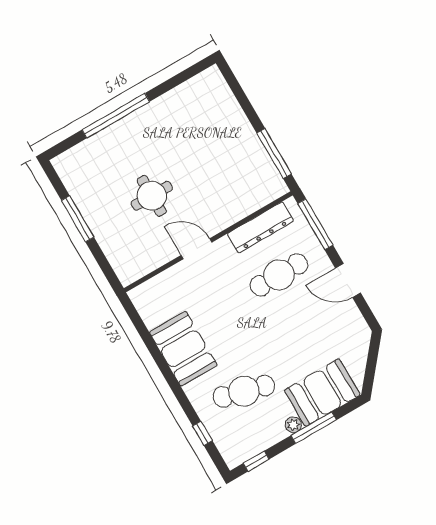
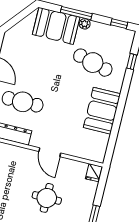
fridge: (127, 273) -> (94, 173), added

